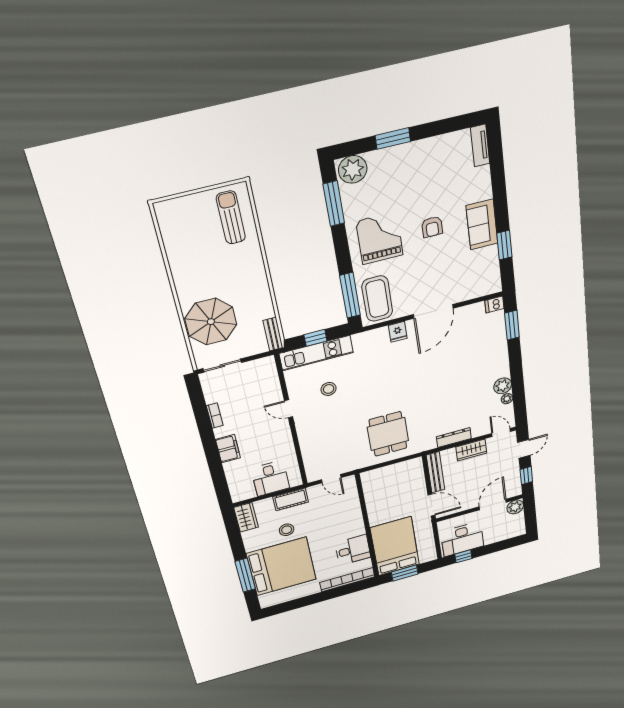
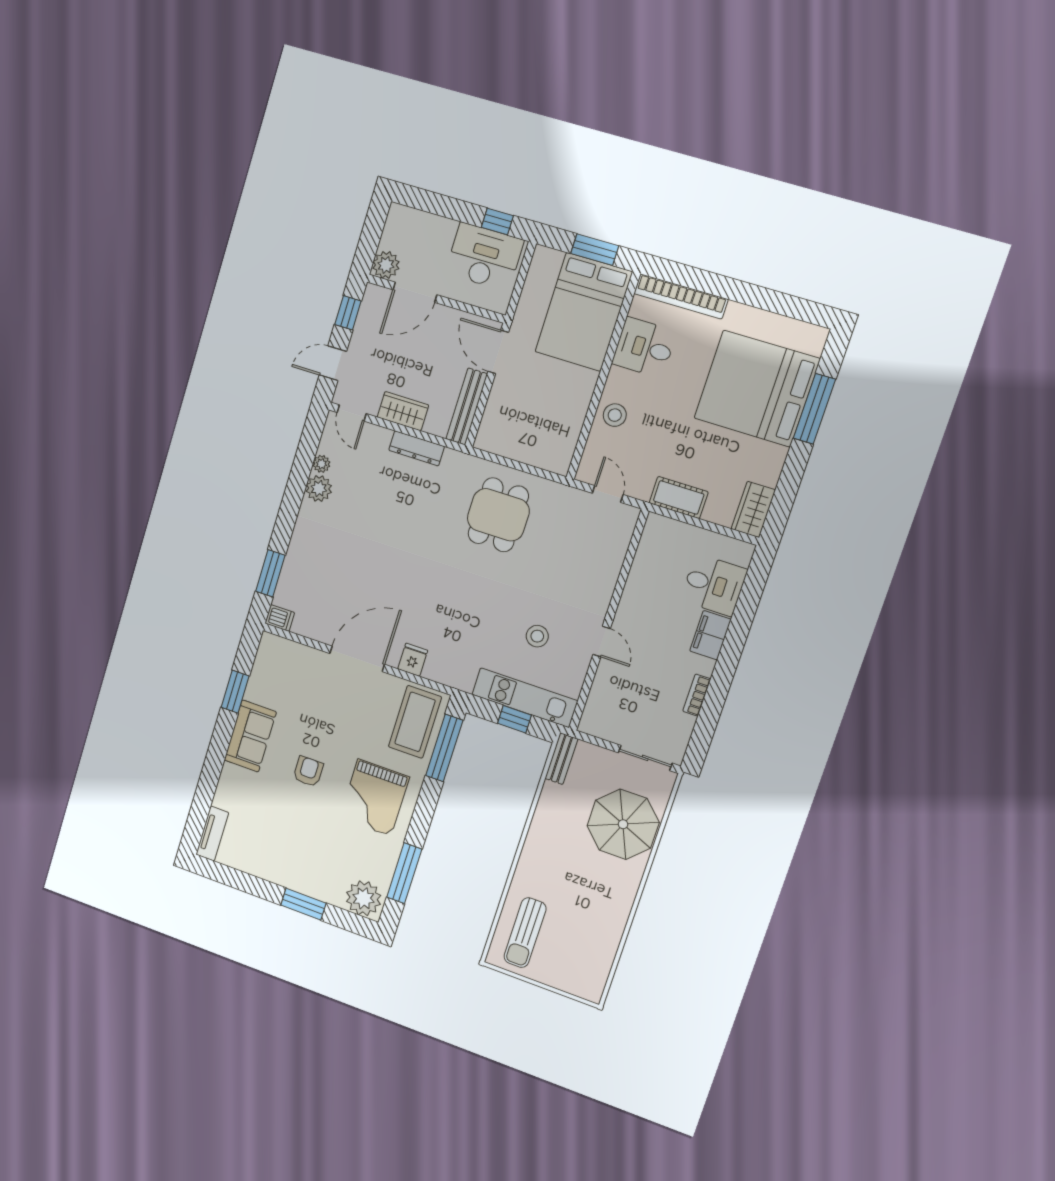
desk: (270, 478) -> (714, 585), moved, turned 90
stool: (287, 530) -> (615, 415), moved

